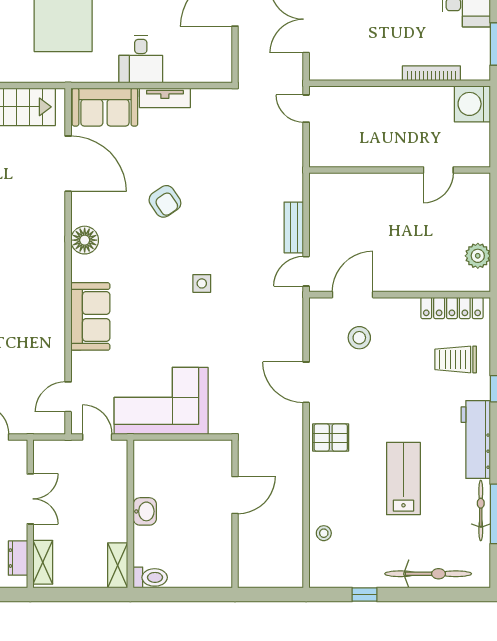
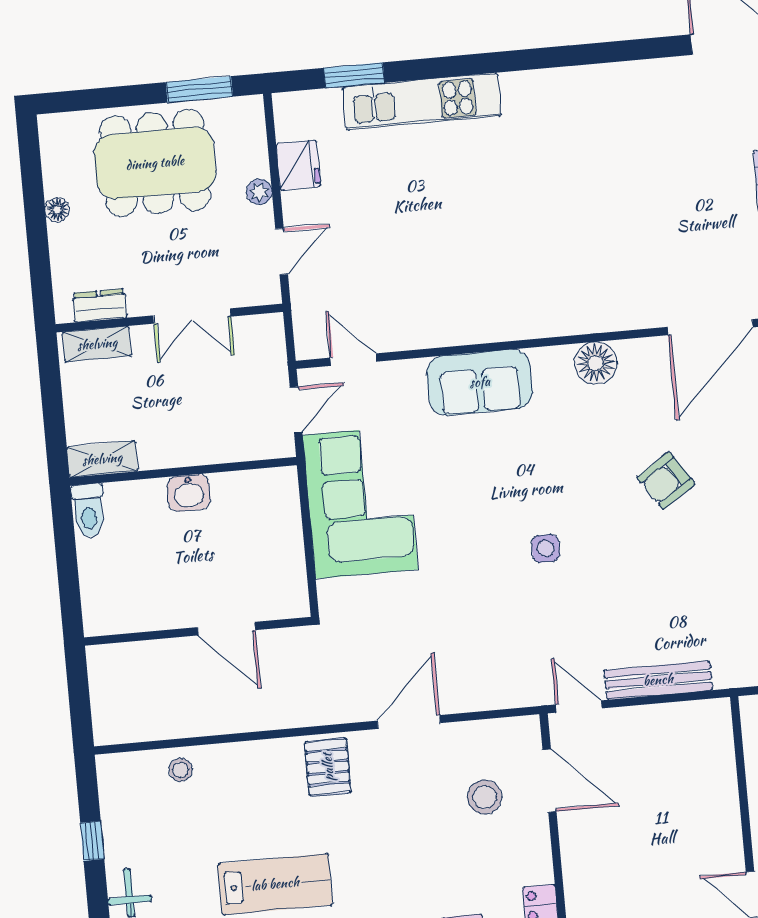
bench: (294, 227) -> (658, 680), width x1.36

